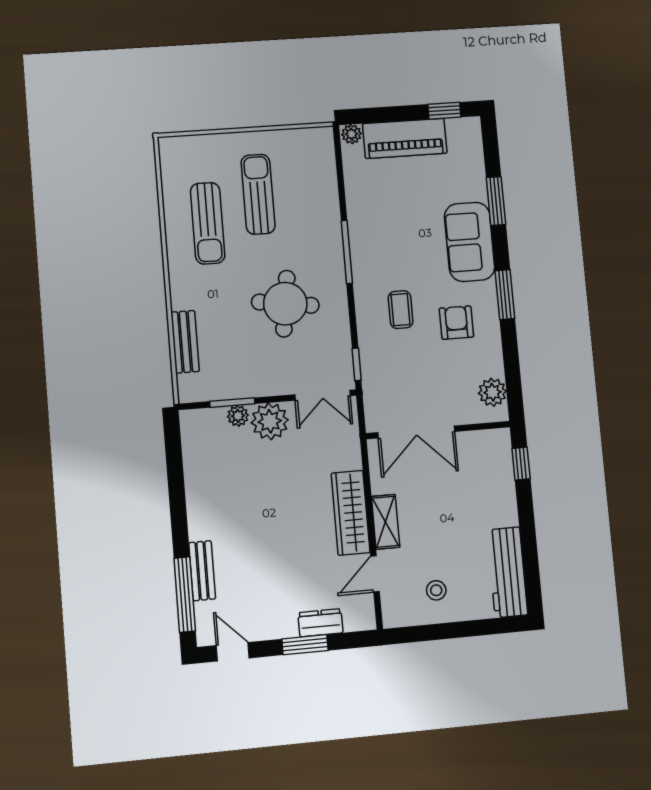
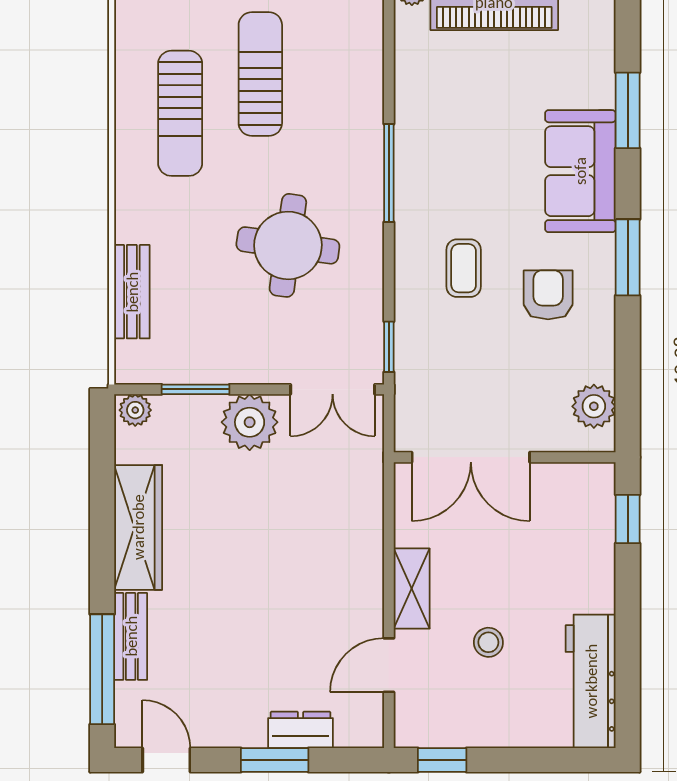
plant: (238, 416) -> (135, 410), moved
wardrobe: (351, 513) -> (138, 527), moved, turned 180
stool: (436, 590) -> (488, 642), moved
window: (416, 634) -> (442, 760), added

